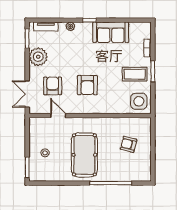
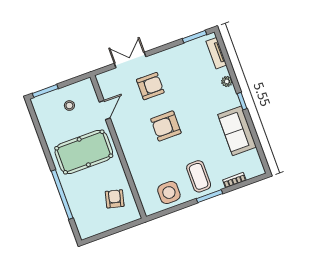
plant: (38, 57) -> (178, 57), removed
door: (58, 116) -> (105, 110), moved
wall: (90, 116) -> (118, 147), moved

